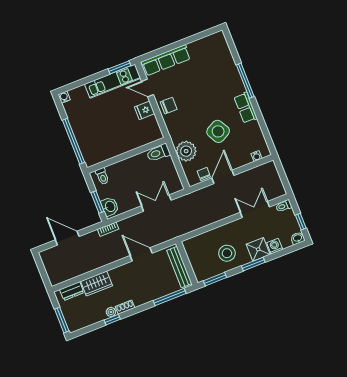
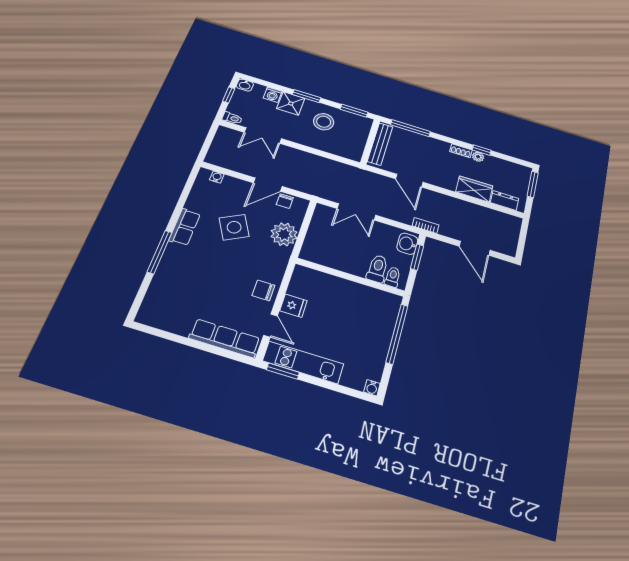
toilet: (158, 153) -> (377, 269), moved, turned -90

